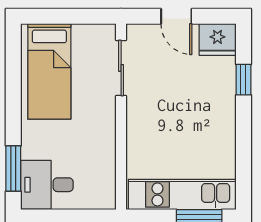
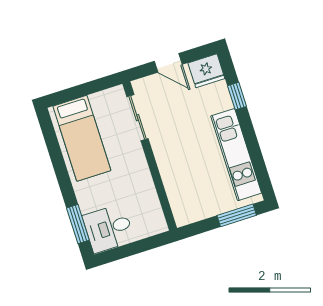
kitchen unit: (182, 194) -> (236, 155), moved, turned -90

